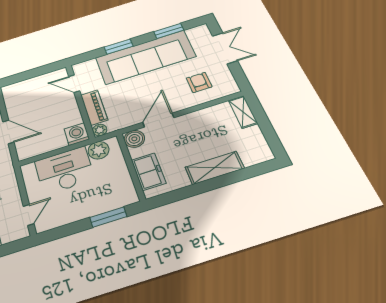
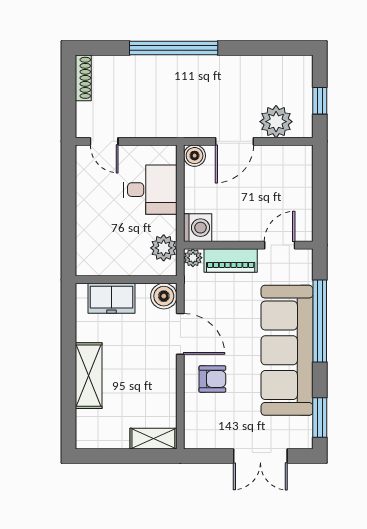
window: (169, 31) -> (320, 418), moved
window: (119, 47) -> (320, 321), width x2.11
armchair: (199, 82) -> (212, 379), moved
boiler: (25, 152) -> (195, 156), added
desk: (64, 170) -> (150, 190), width x0.73
window: (108, 217) -> (68, 234), removed

